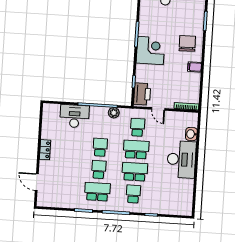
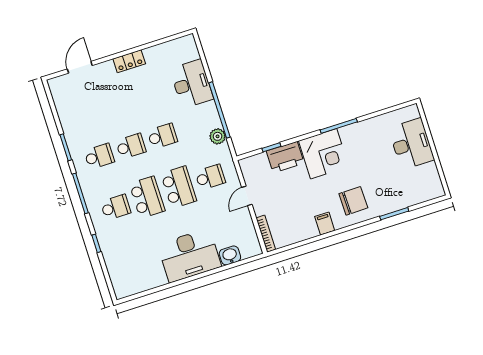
printer: (142, 94) -> (285, 157), moved
school desk: (97, 192) -> (99, 156), width x0.54

